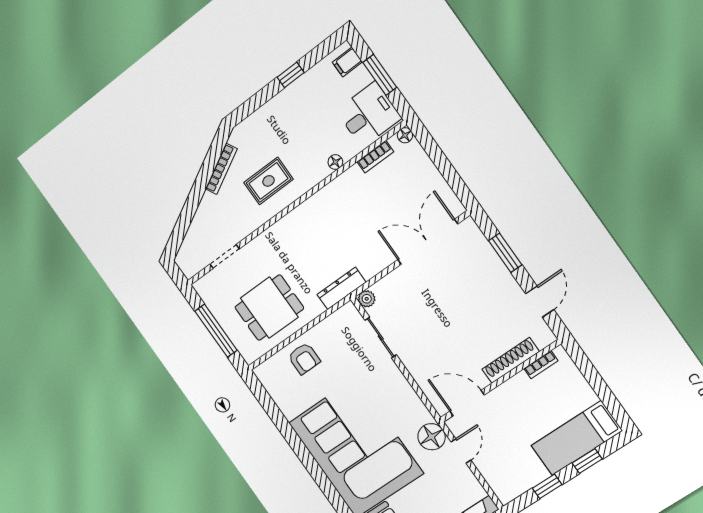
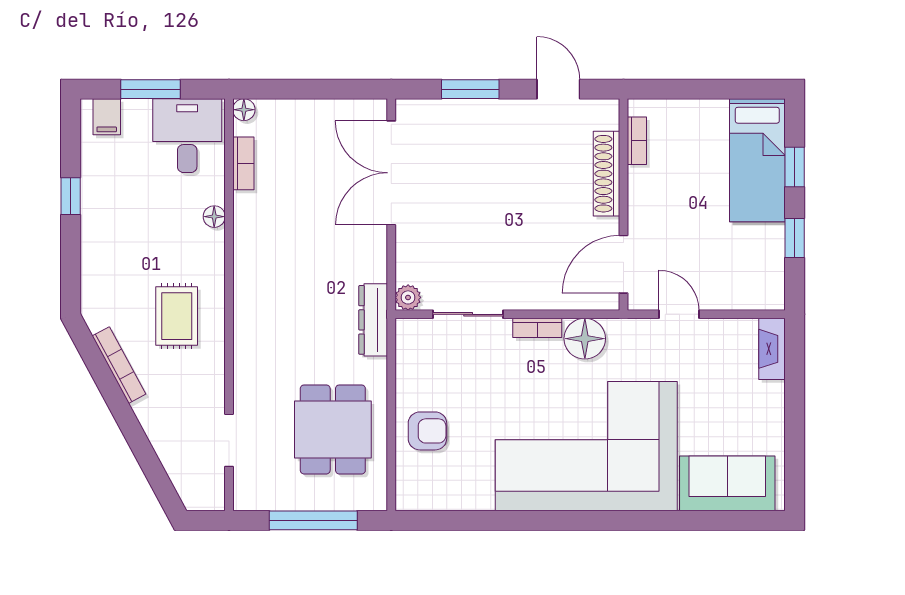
bookcase: (400, 380) -> (537, 328), added
floor lamp: (432, 437) -> (585, 339), moved

